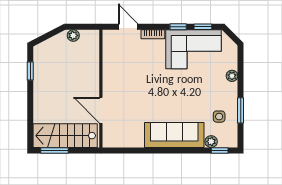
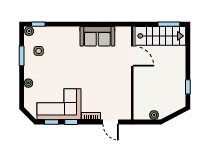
sofa: (174, 135) -> (97, 36), moved, width x0.73
plant: (211, 142) -> (29, 31), moved

